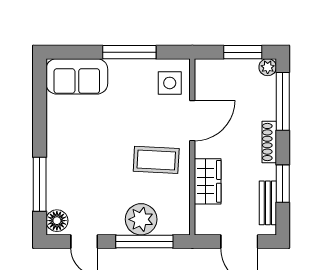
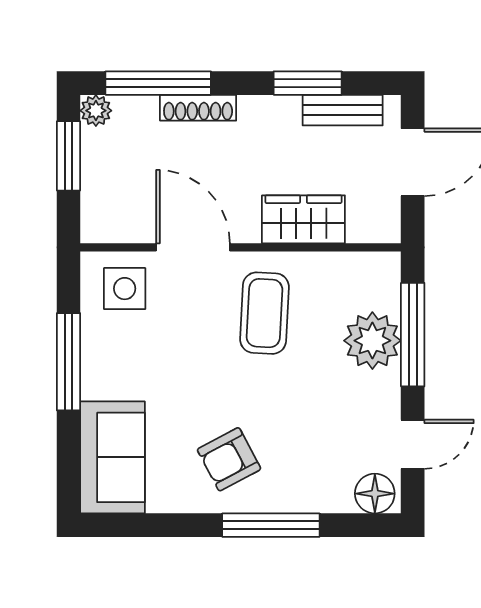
armchair: (76, 140) -> (229, 459), added
shoe rack: (269, 142) -> (198, 108), moved
window: (40, 184) -> (271, 525), moved

